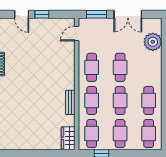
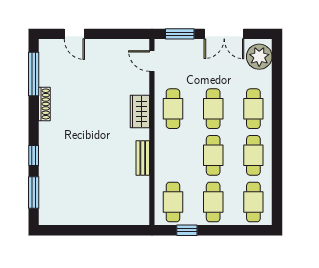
window: (42, 14) -> (103, 34), removed
door: (77, 34) -> (152, 61), hinge flipped
plant: (153, 42) -> (259, 57), moved
cafe table: (92, 100) -> (253, 109), moved
wardrobe: (68, 138) -> (140, 112), moved

